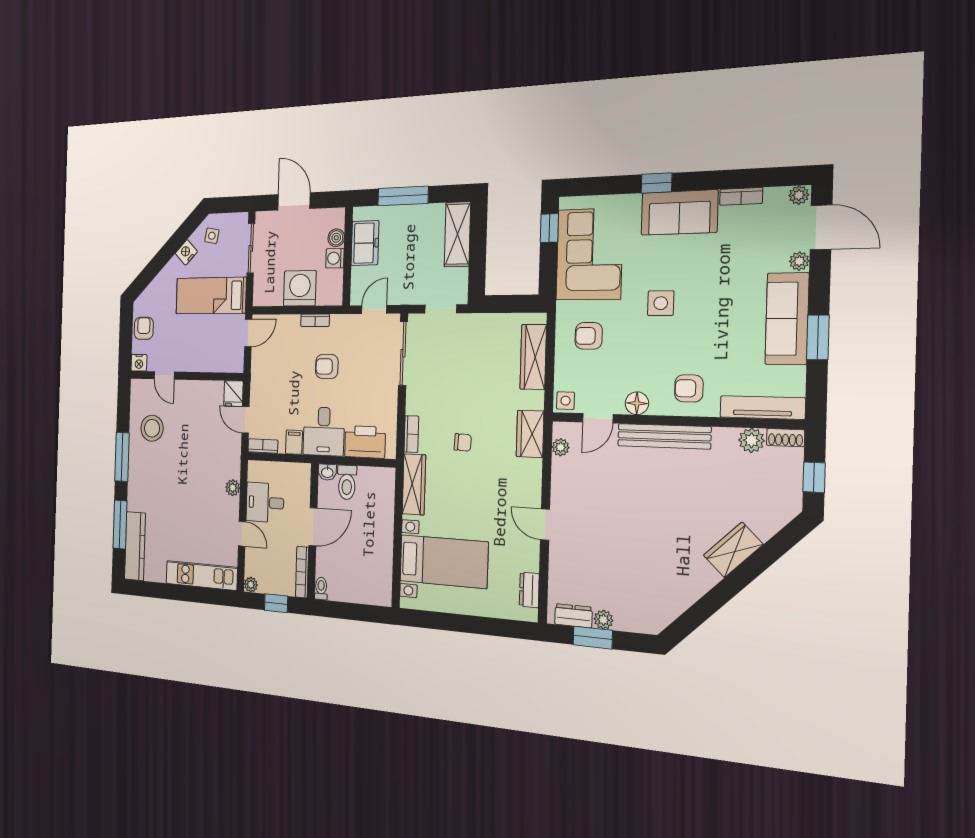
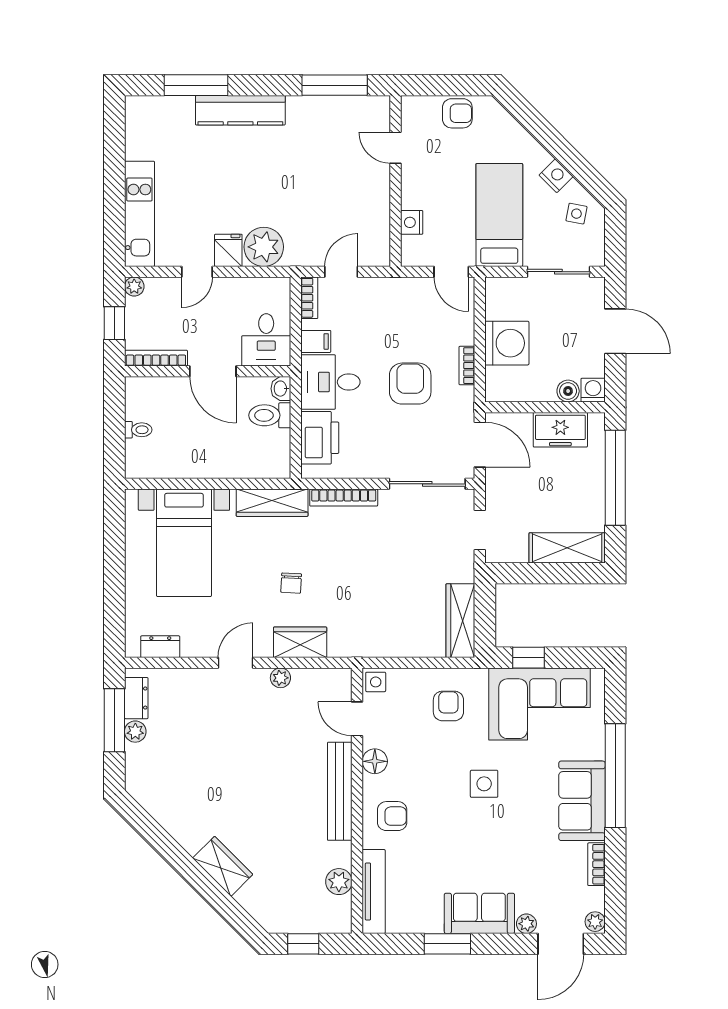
window: (656, 183) -> (615, 776), width x3.17
window: (403, 196) -> (615, 478), width x1.46
door: (294, 201) -> (615, 331), hinge flipped
window: (549, 228) -> (528, 658), moved
washing machine: (335, 258) -> (593, 390), moved
door: (374, 309) -> (480, 445), width x1.38
sofa: (787, 319) -> (479, 913), width x0.73
wardrobe: (533, 357) -> (460, 621), moved, turned -90
nightstand: (139, 363) -> (412, 222), moved
armchair: (327, 366) -> (410, 384), width x1.38, depth x1.38
door: (164, 375) -> (395, 148), hinge flipped
armchair: (689, 388) -> (392, 816), turned 90
fridge: (233, 394) -> (228, 250), moved, turned 90
stool: (152, 428) -> (326, 131), removed
bookcase: (411, 434) -> (344, 498), width x1.56
wardrobe: (530, 434) -> (300, 642), moved
shoe rack: (786, 438) -> (343, 915), removed
chair: (463, 442) -> (291, 583), moved
plant: (561, 447) -> (280, 678), moved
window: (122, 457) -> (335, 85), moved
plant: (233, 488) -> (264, 247), width x1.88, depth x1.88
desk: (265, 502) -> (266, 340), moved, turned 180
kitchen counter: (135, 546) -> (240, 110), moved
toilet: (321, 588) -> (138, 430), moved
window: (593, 638) -> (114, 720), width x1.44

